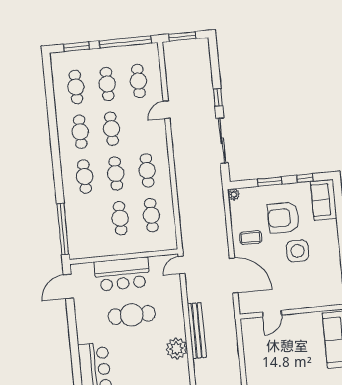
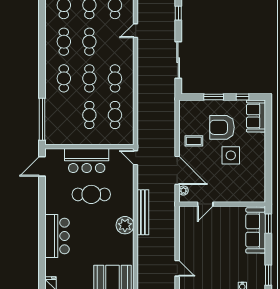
window: (218, 97) -> (178, 13), moved
plant: (234, 194) -> (183, 191), moved
door: (181, 265) -> (136, 158), hinge flipped

